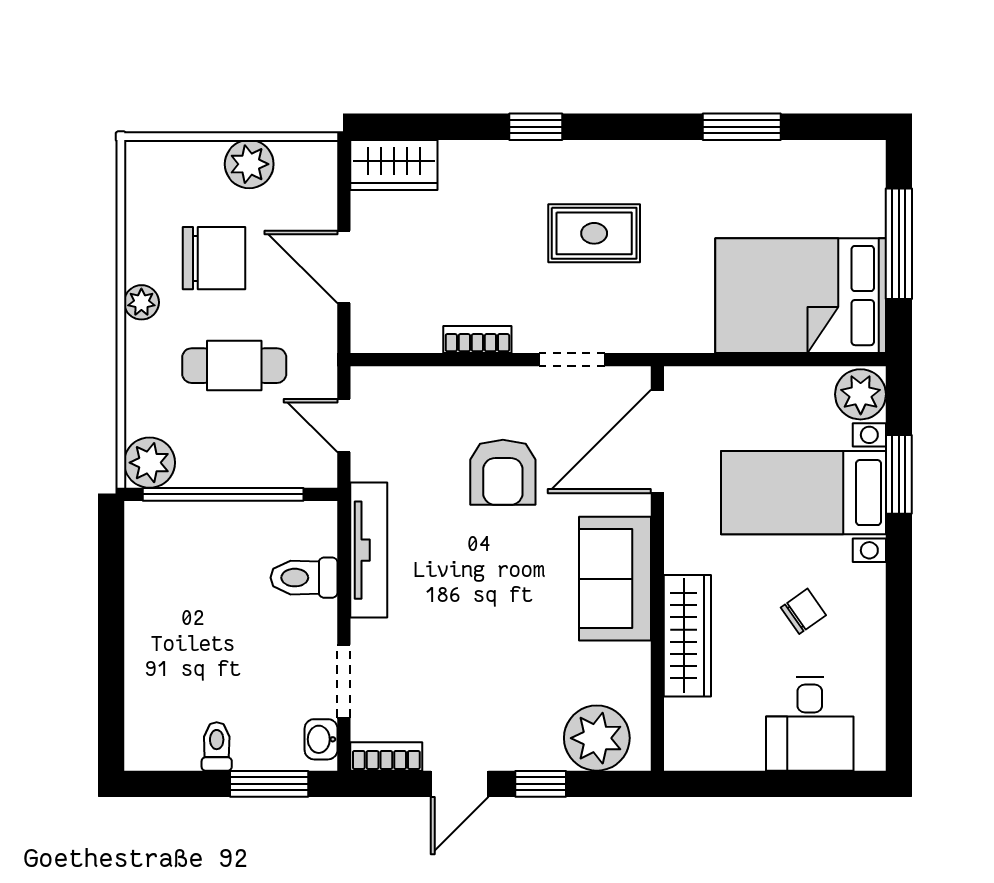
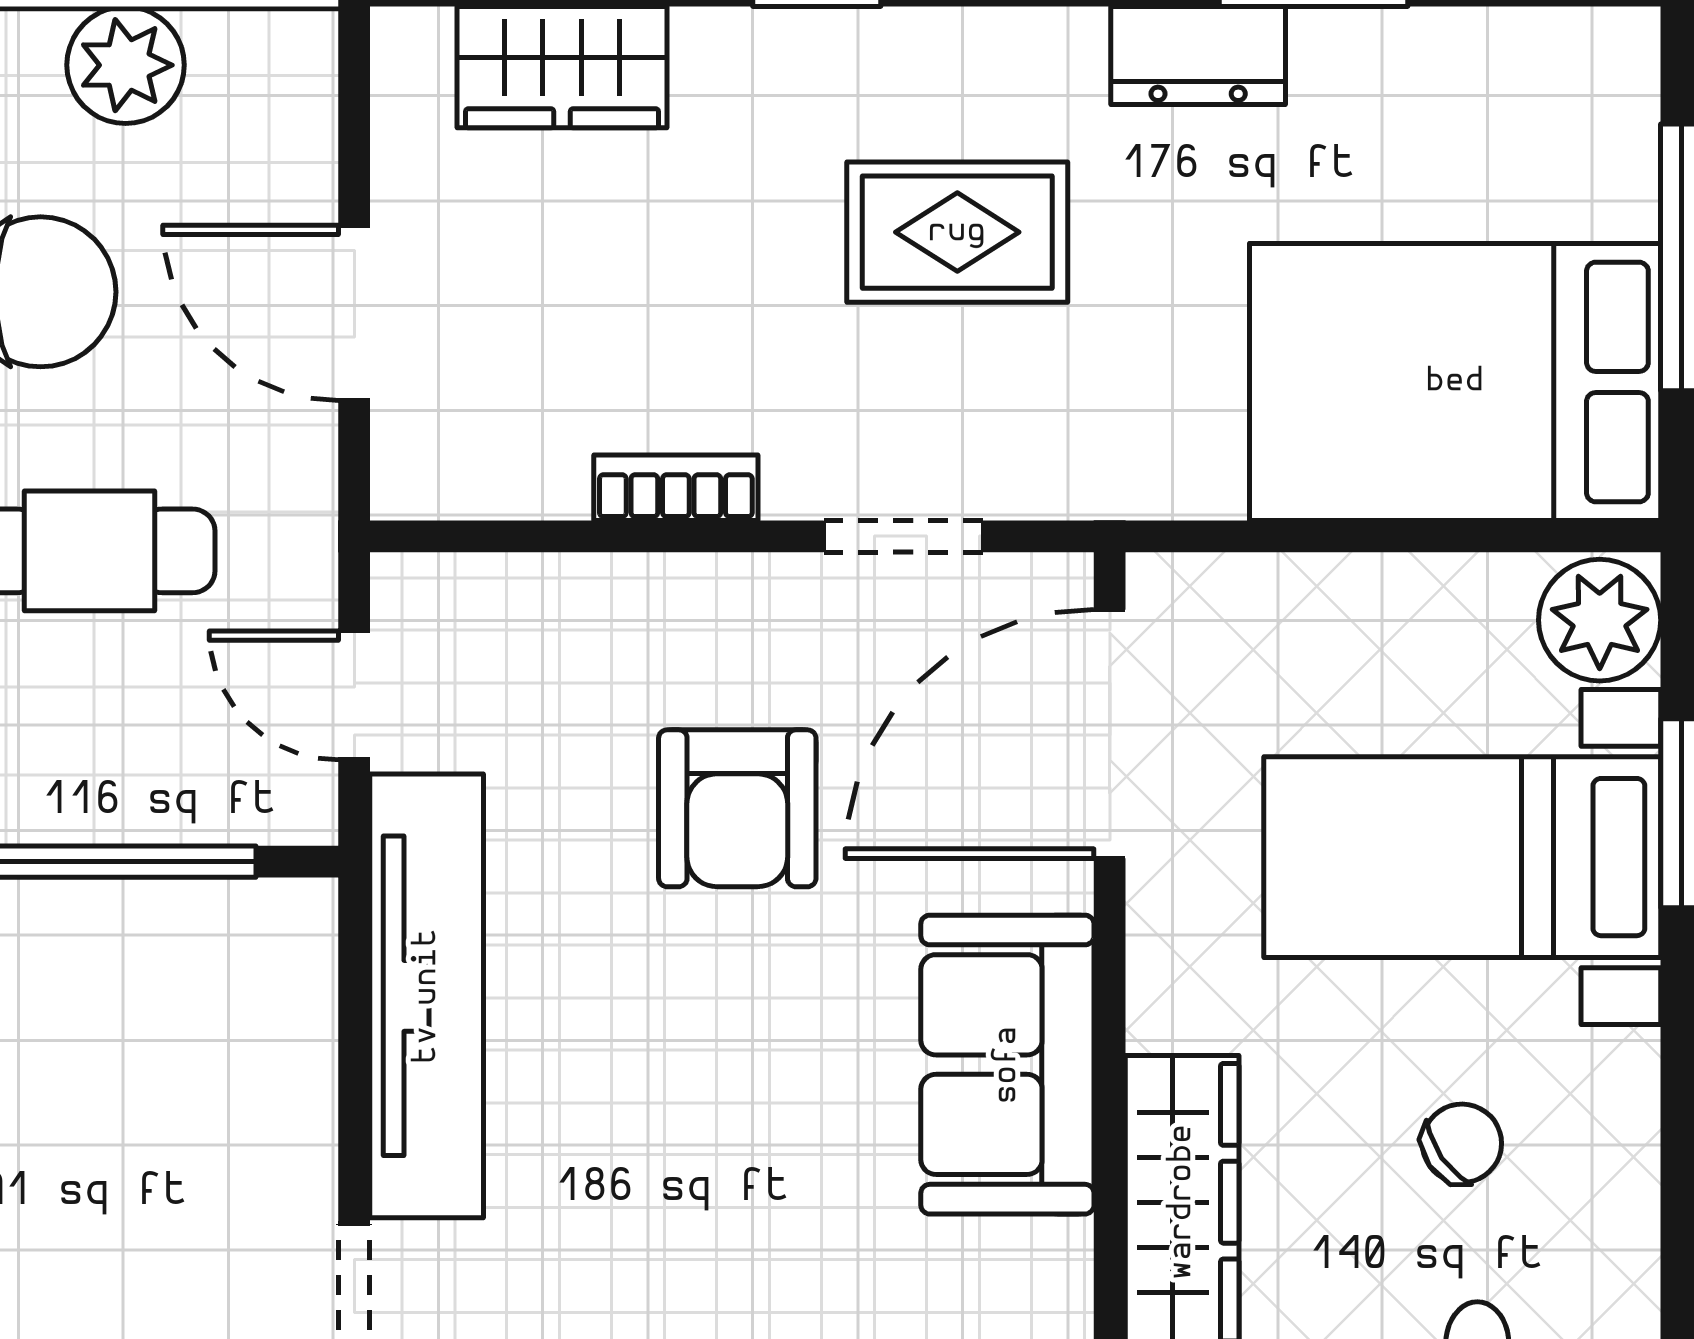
dresser: (694, 160) -> (1198, 56), added
wardrobe: (394, 165) -> (562, 67), moved
tv unit: (369, 550) -> (427, 996), width x1.36, depth x1.29
toilet: (304, 578) -> (258, 1062), removed

